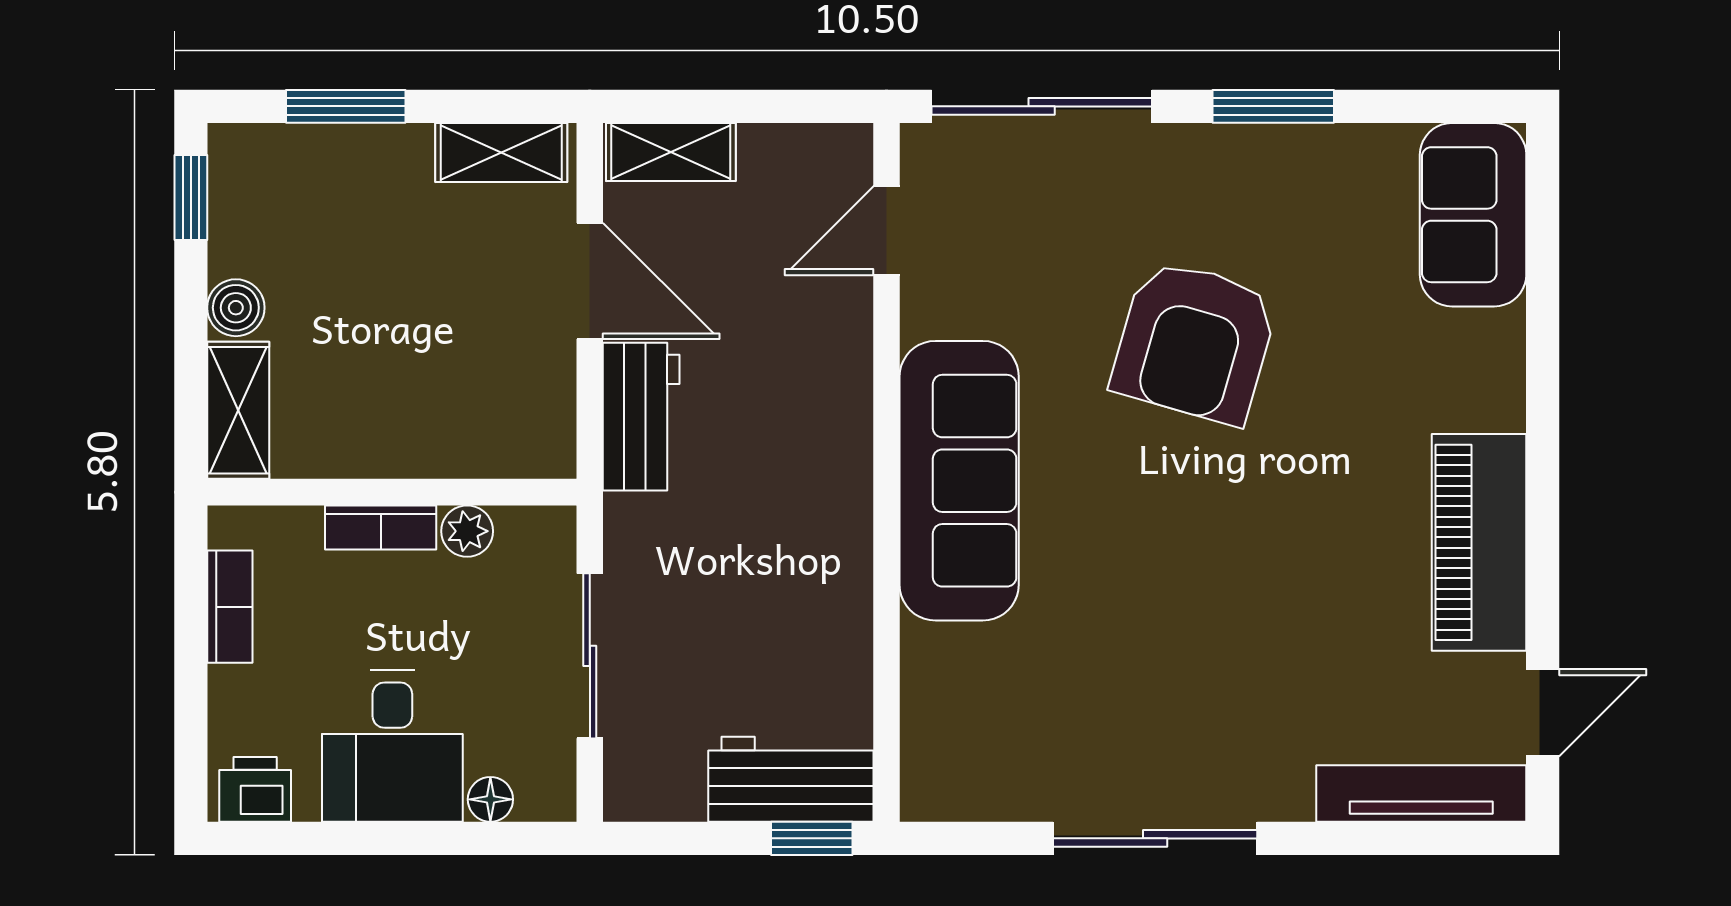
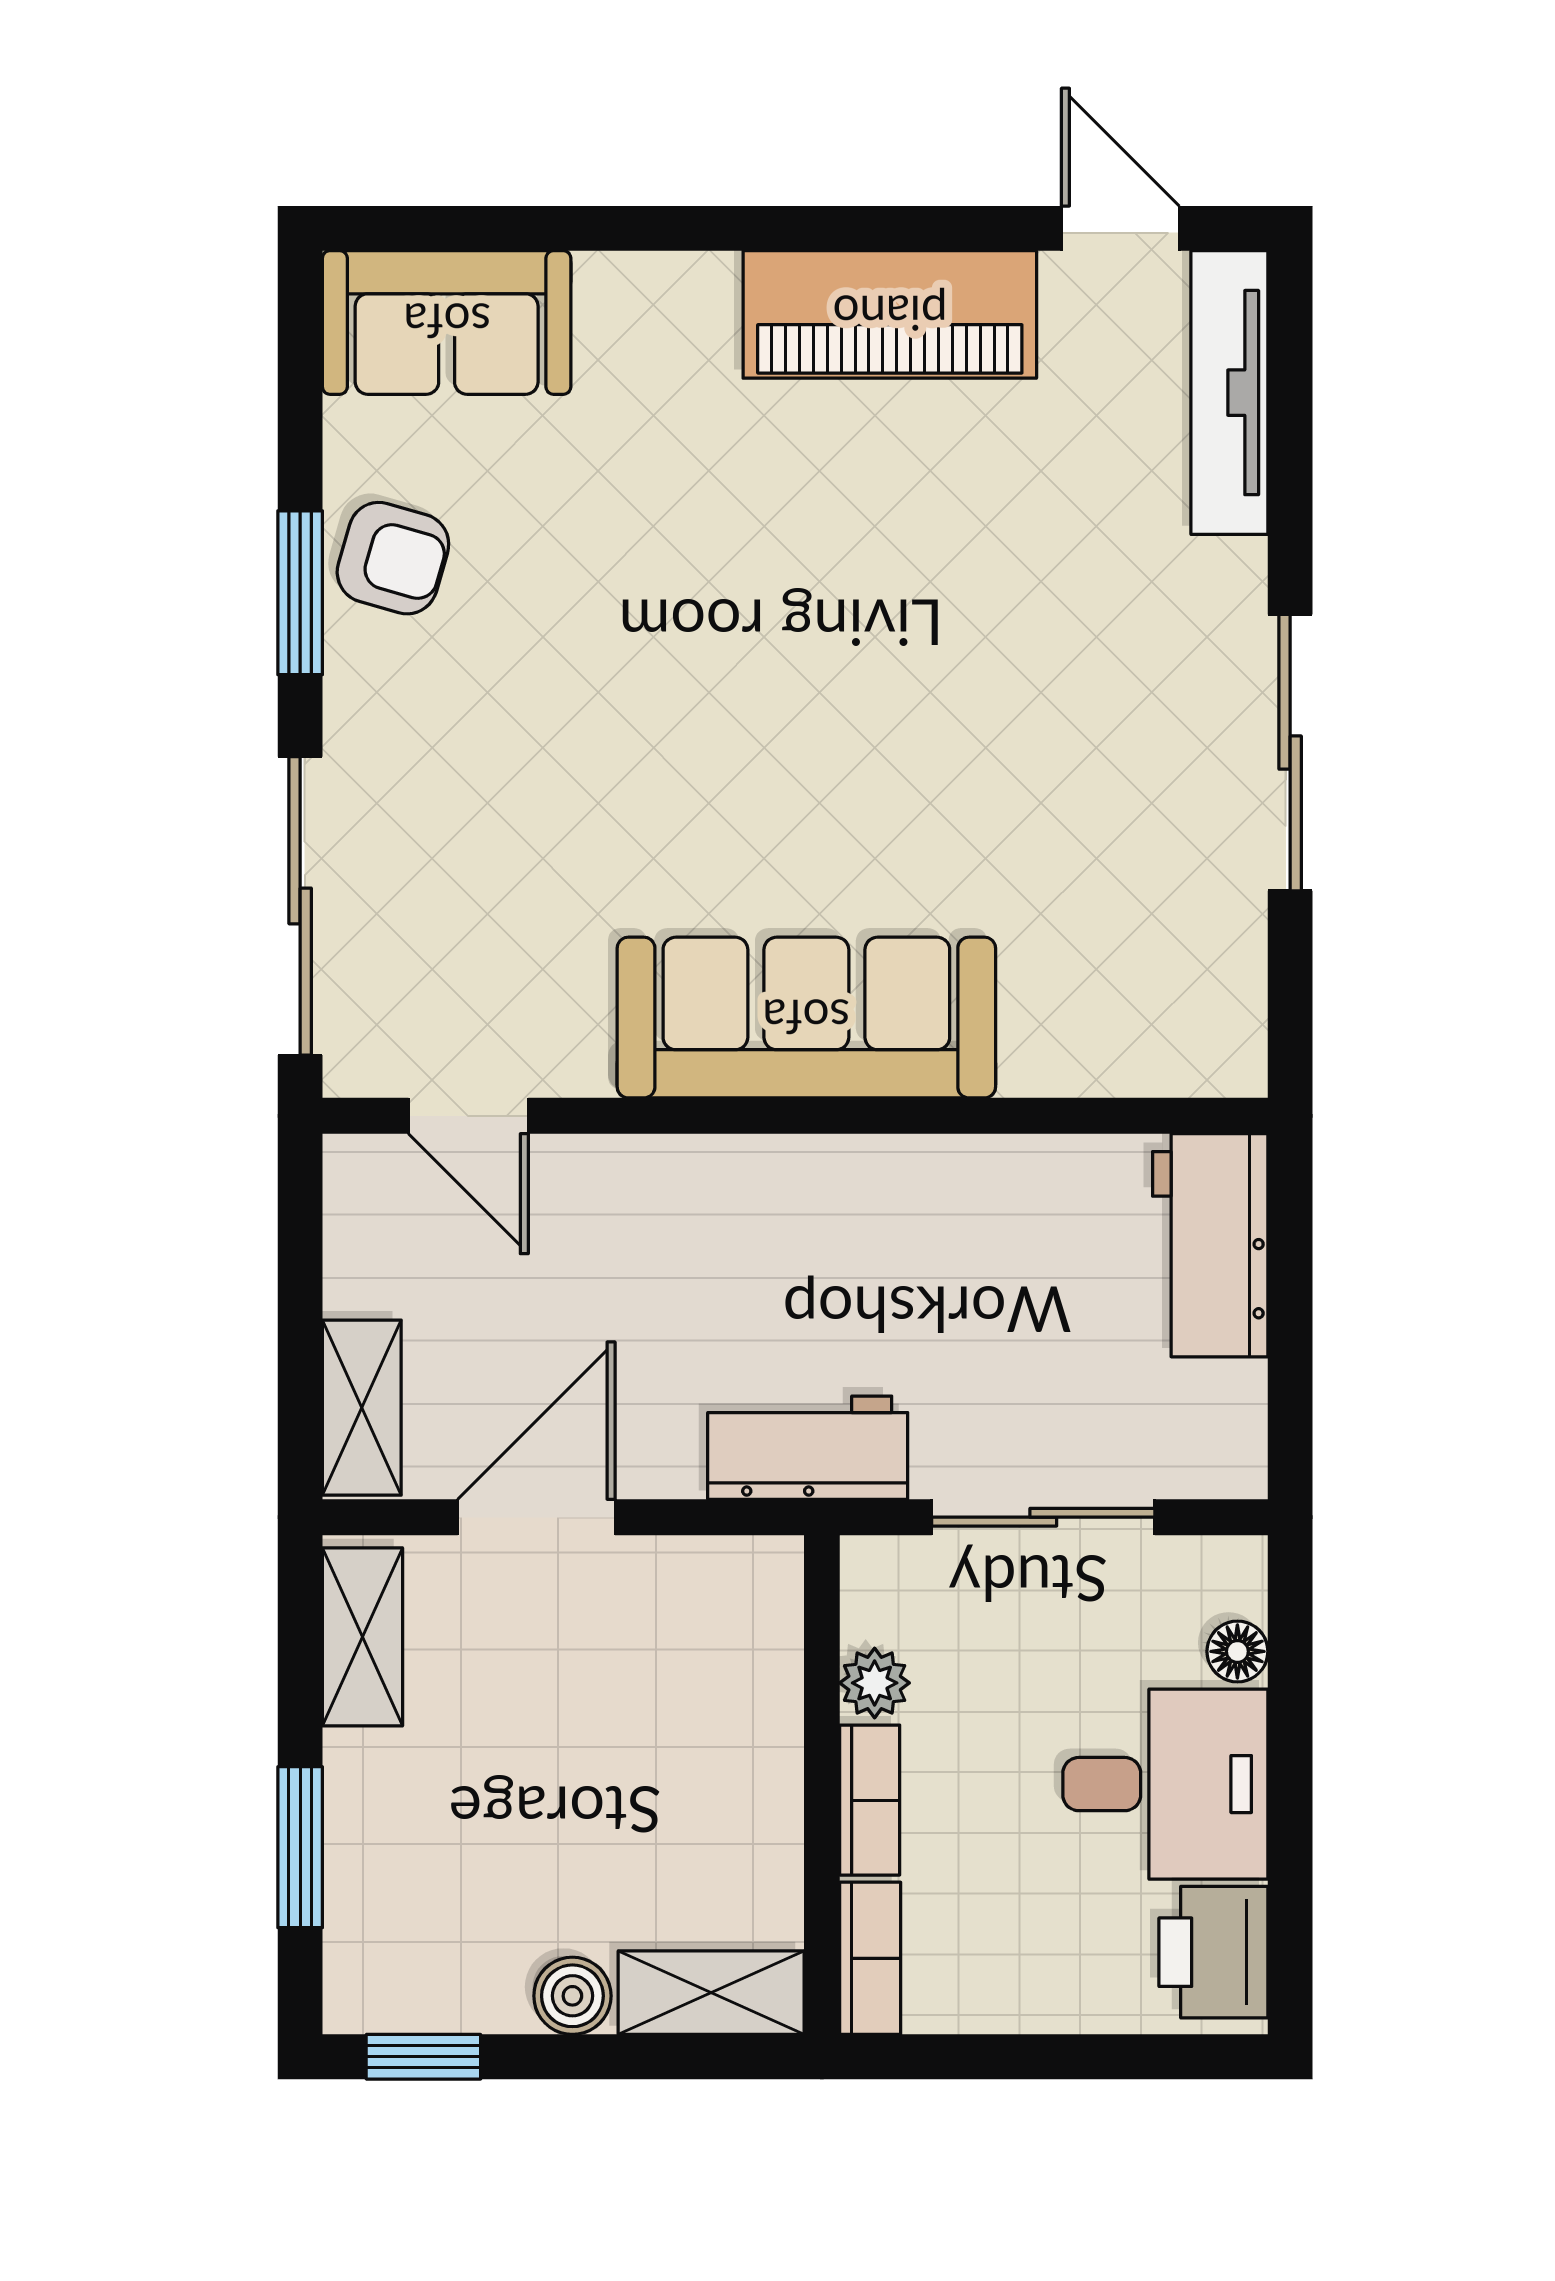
armchair: (1195, 342) -> (393, 558), moved, width x0.53, depth x0.53
workbench: (641, 417) -> (808, 1448), moved
bookcase: (230, 607) -> (870, 1958), moved, turned 90
printer: (255, 789) -> (1213, 1952), width x1.36, depth x1.24
window: (812, 838) -> (1290, 1217), removed

